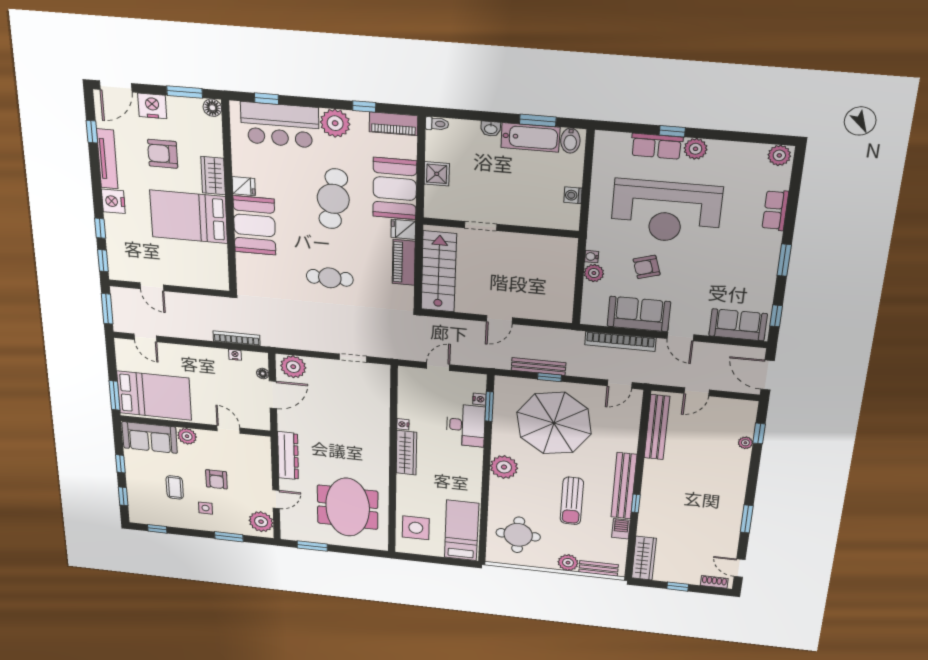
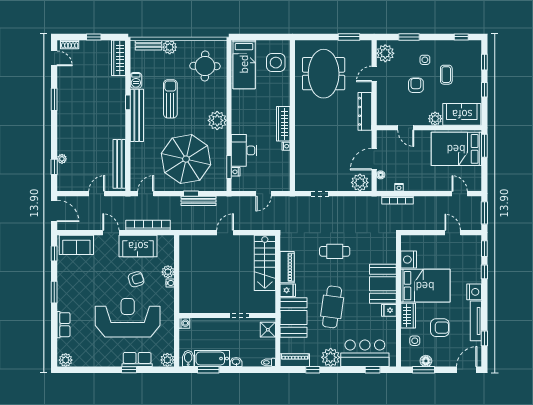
nightstand: (152, 106) -> (409, 260), moved, turned 90
floor lamp: (212, 108) -> (426, 361), moved
side table: (201, 137) -> (415, 341), added
plant: (696, 149) -> (167, 360), moved
doorway: (481, 226) -> (240, 315), moved
wall: (501, 228) -> (227, 315), moved

